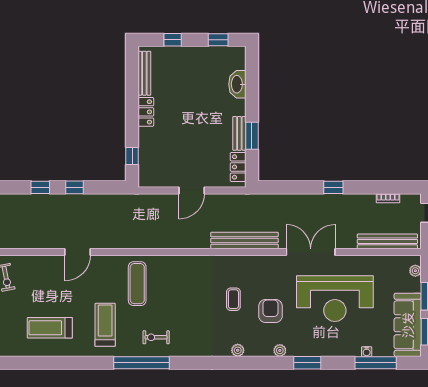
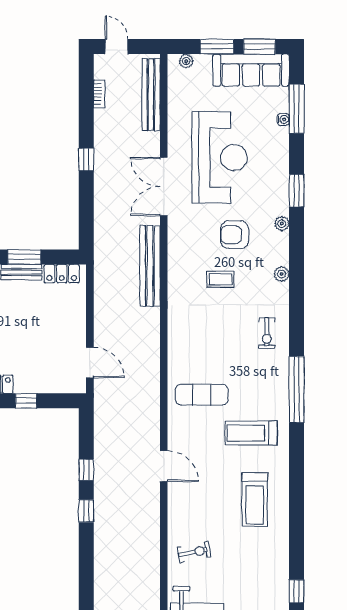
window: (132, 156) -> (26, 401), moved
door: (192, 190) -> (90, 363), moved
exercise bike: (156, 337) -> (267, 333), moved

